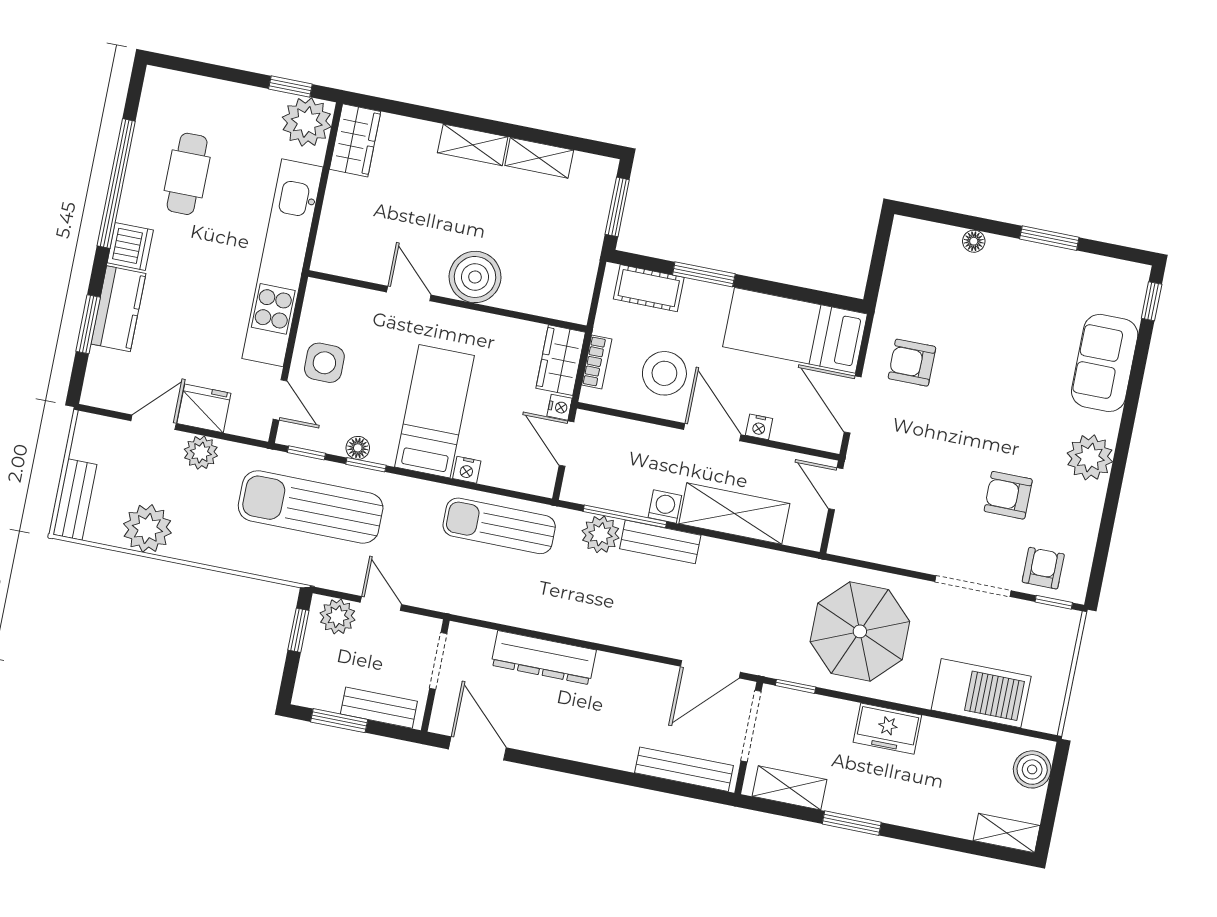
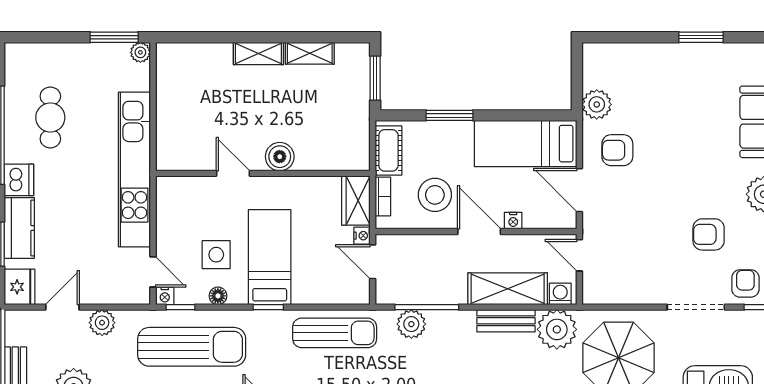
window: (290, 86) -> (114, 37), width x1.50
plant: (307, 122) -> (140, 52), width x0.53, depth x0.53
wardrobe: (355, 140) -> (170, 68), removed
floor lamp: (974, 241) -> (645, 51), removed
boiler: (475, 277) -> (280, 157), width x0.73, depth x0.73
cot: (649, 288) -> (388, 150), moved, turned 90
plant: (897, 298) -> (597, 104), added
side table: (324, 363) -> (216, 255), moved
fridge: (204, 408) -> (19, 287), moved, turned 90
window: (366, 465) -> (268, 307), moved
nightstand: (467, 470) -> (165, 296), moved
sun lounger: (311, 507) -> (192, 347), turned 180
washing machine: (665, 507) -> (560, 294), moved
sun lounger: (499, 526) -> (335, 333), turned 180
bench: (660, 542) -> (506, 321), moved
plant: (787, 579) -> (557, 329), added

